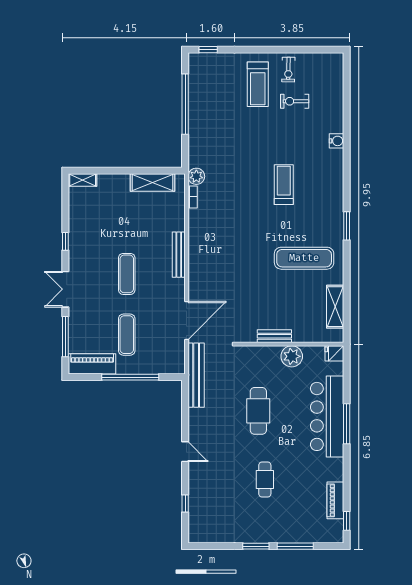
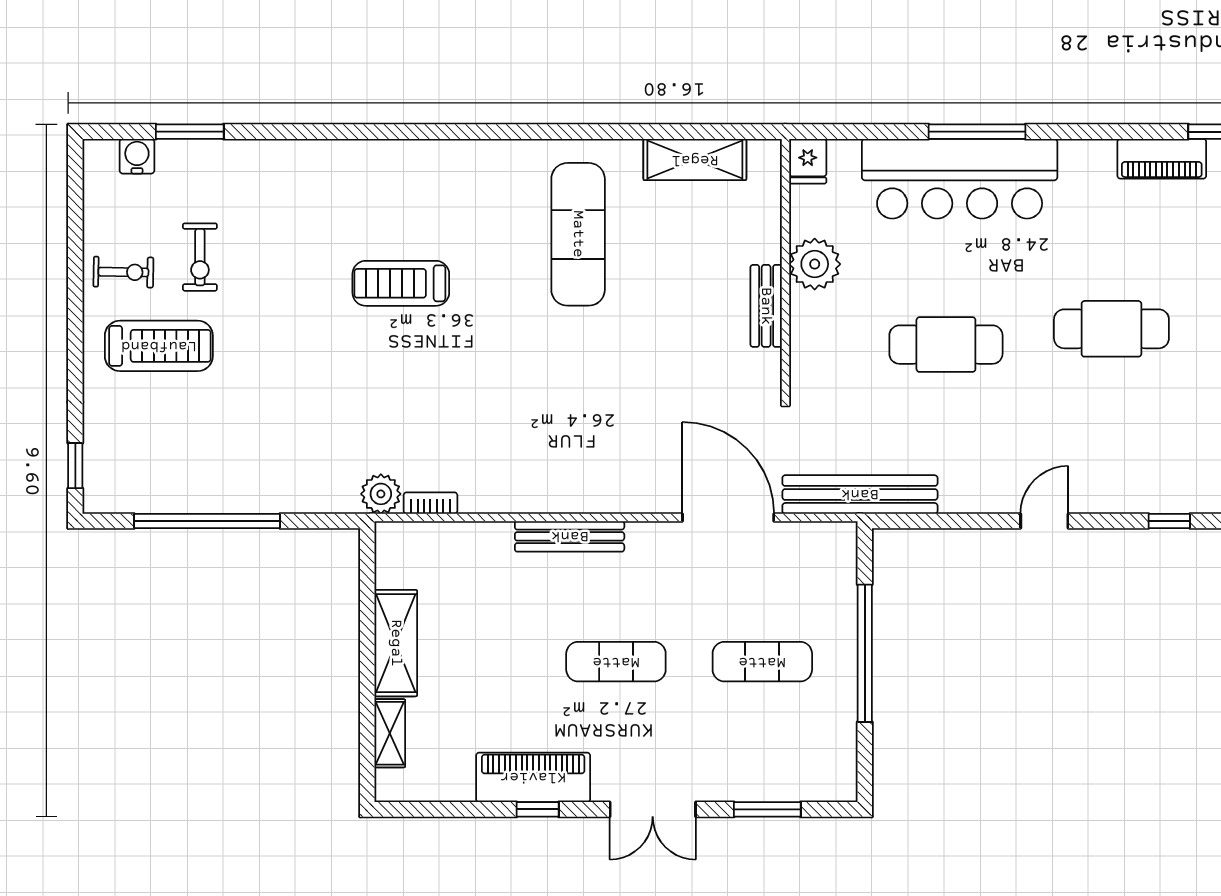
water cooler: (336, 141) -> (137, 156), moved
shelving: (83, 180) -> (390, 733), moved
shelving: (152, 183) -> (396, 643), moved
window: (347, 226) -> (190, 132), moved
window: (65, 337) -> (767, 809), width x0.69
piano: (92, 364) -> (533, 777), moved, turned 90
cafe table: (265, 480) -> (1111, 329), width x1.37, depth x1.35

